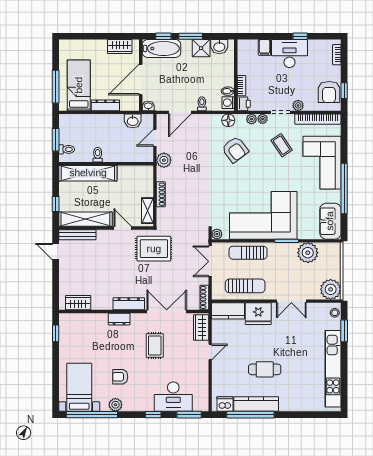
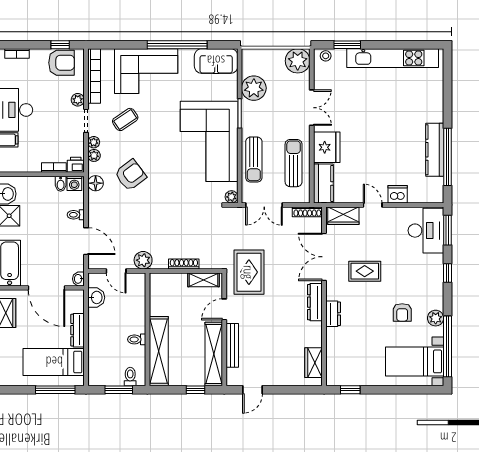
bench: (77, 235) -> (232, 345), moved
cafe table: (265, 369) -> (393, 140), removed
desk: (173, 397) -> (426, 231), moved
dishwasher: (225, 404) -> (398, 194), moved, turned 90

